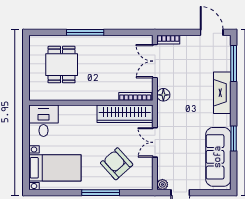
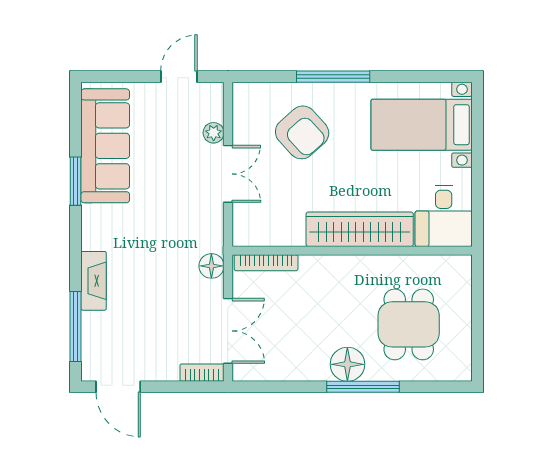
floor lamp: (93, 44) -> (347, 364), added
fireplace: (222, 93) -> (94, 281), width x0.73, depth x0.76
wardrobe: (125, 114) -> (360, 229), moved
plant: (162, 184) -> (214, 133), moved

